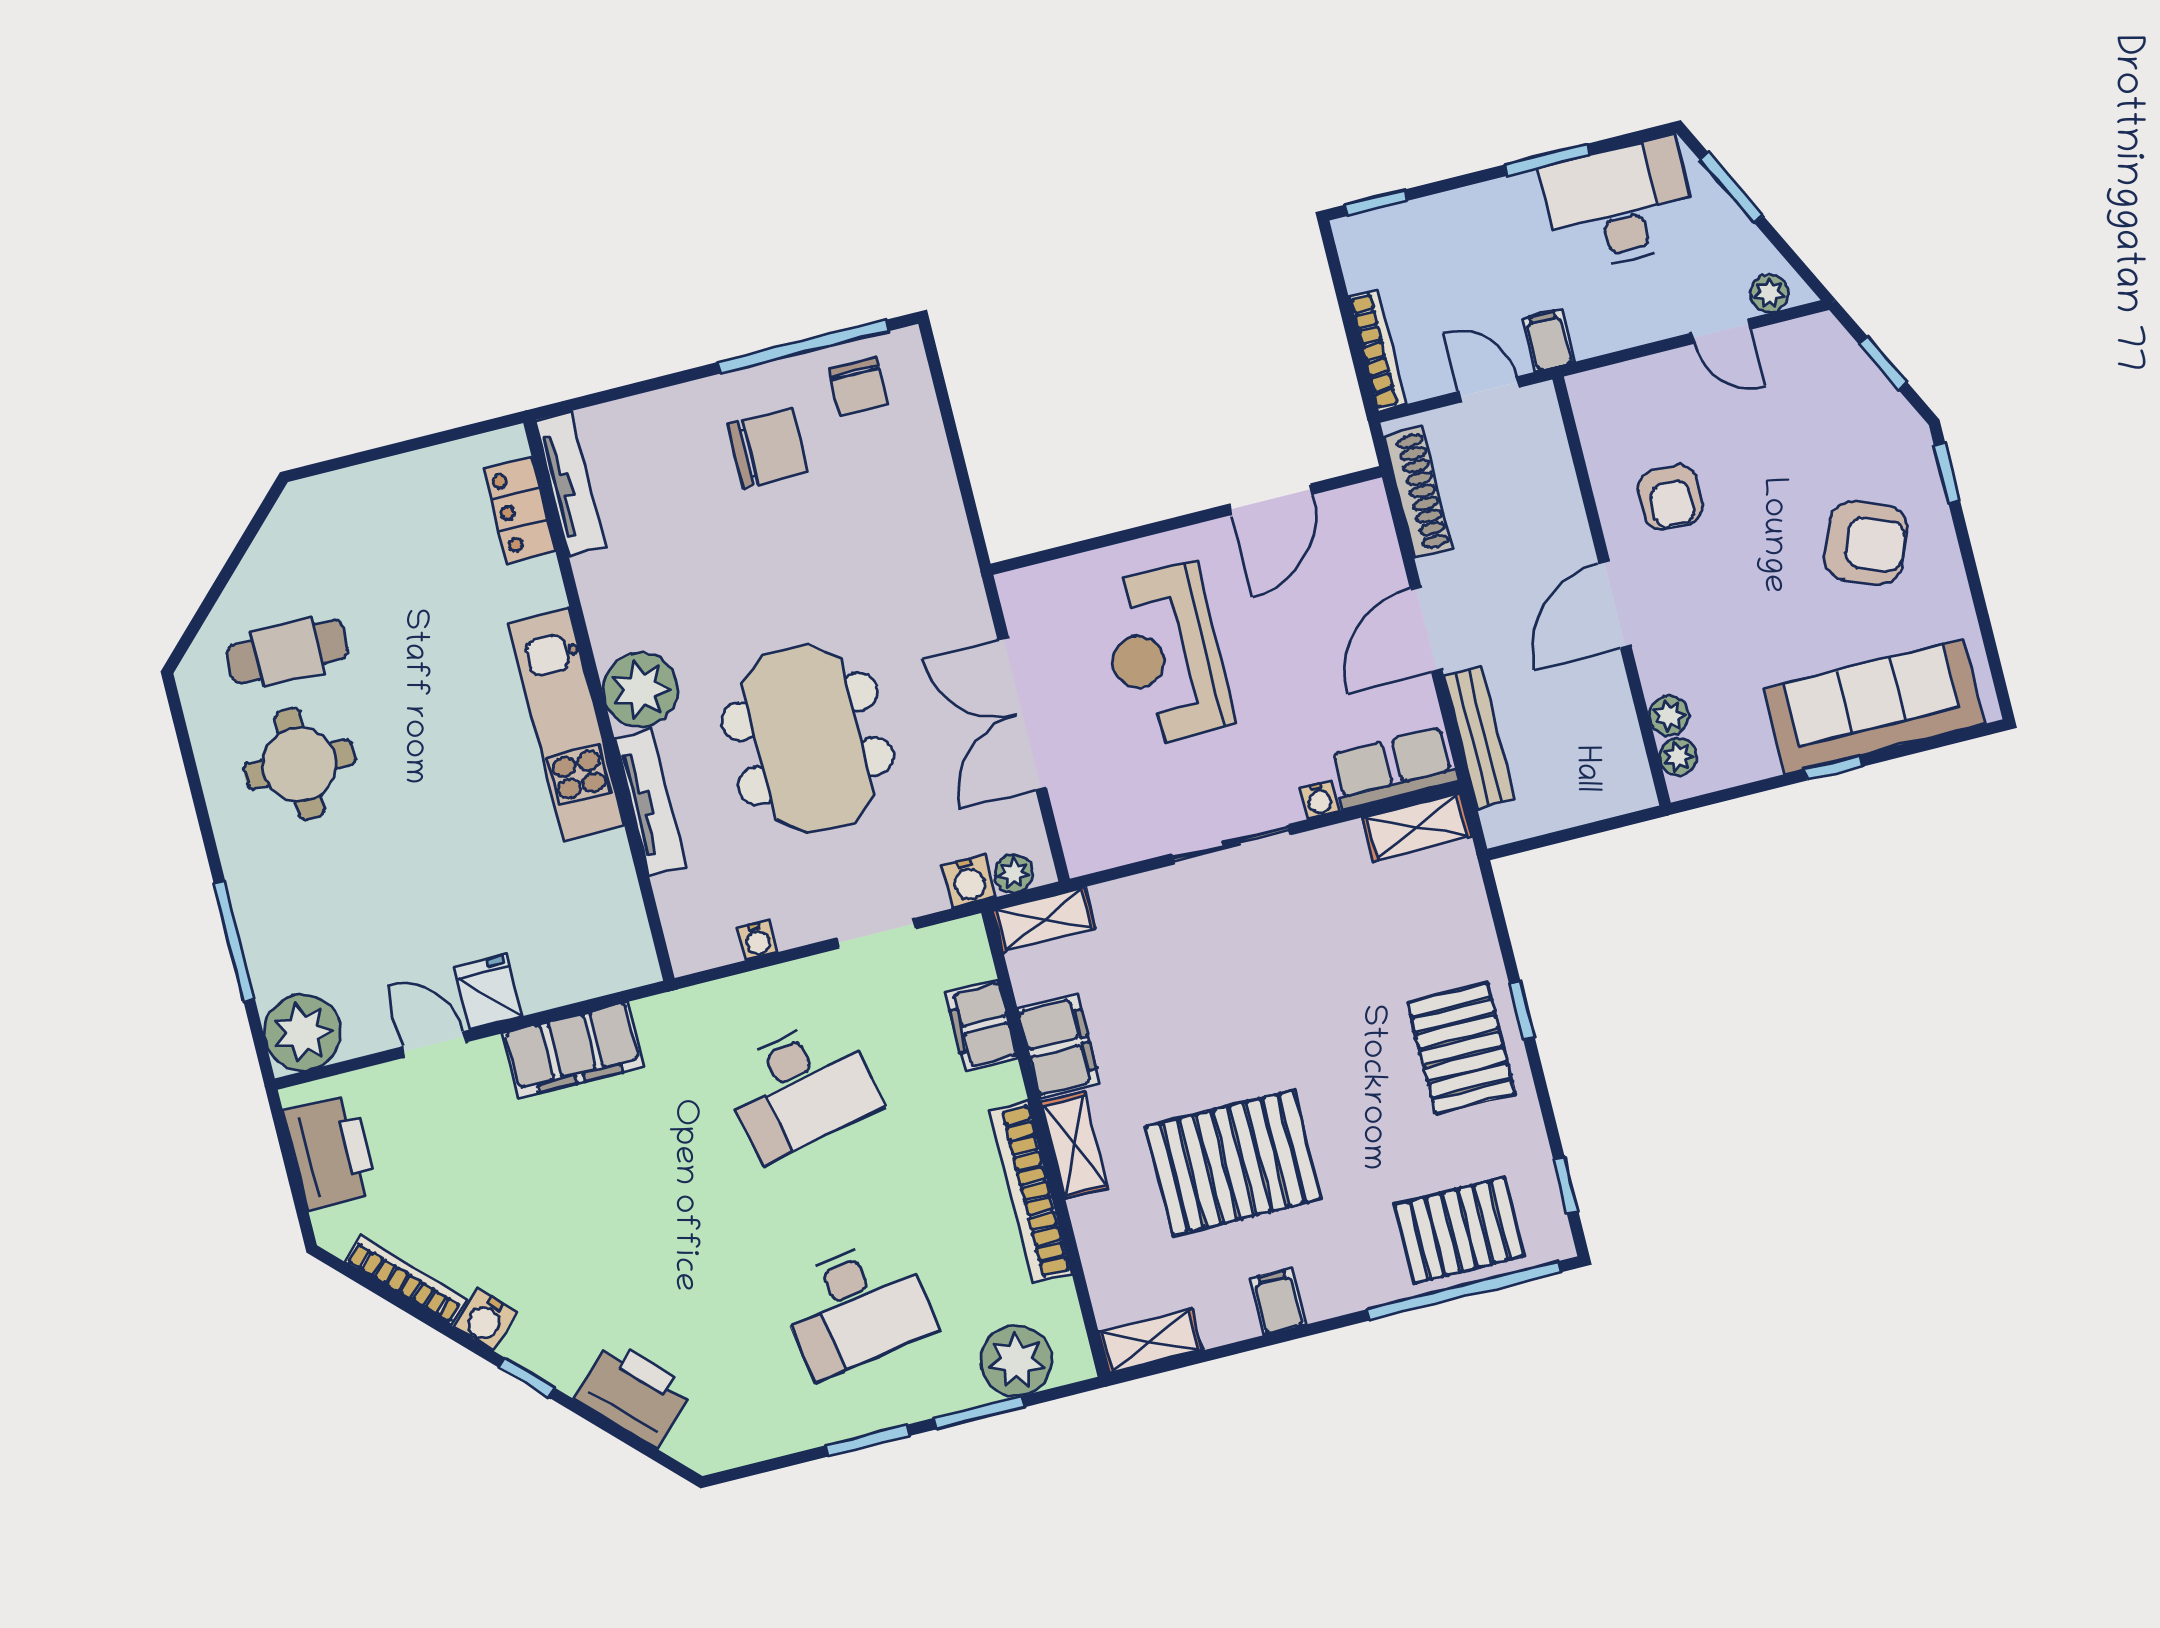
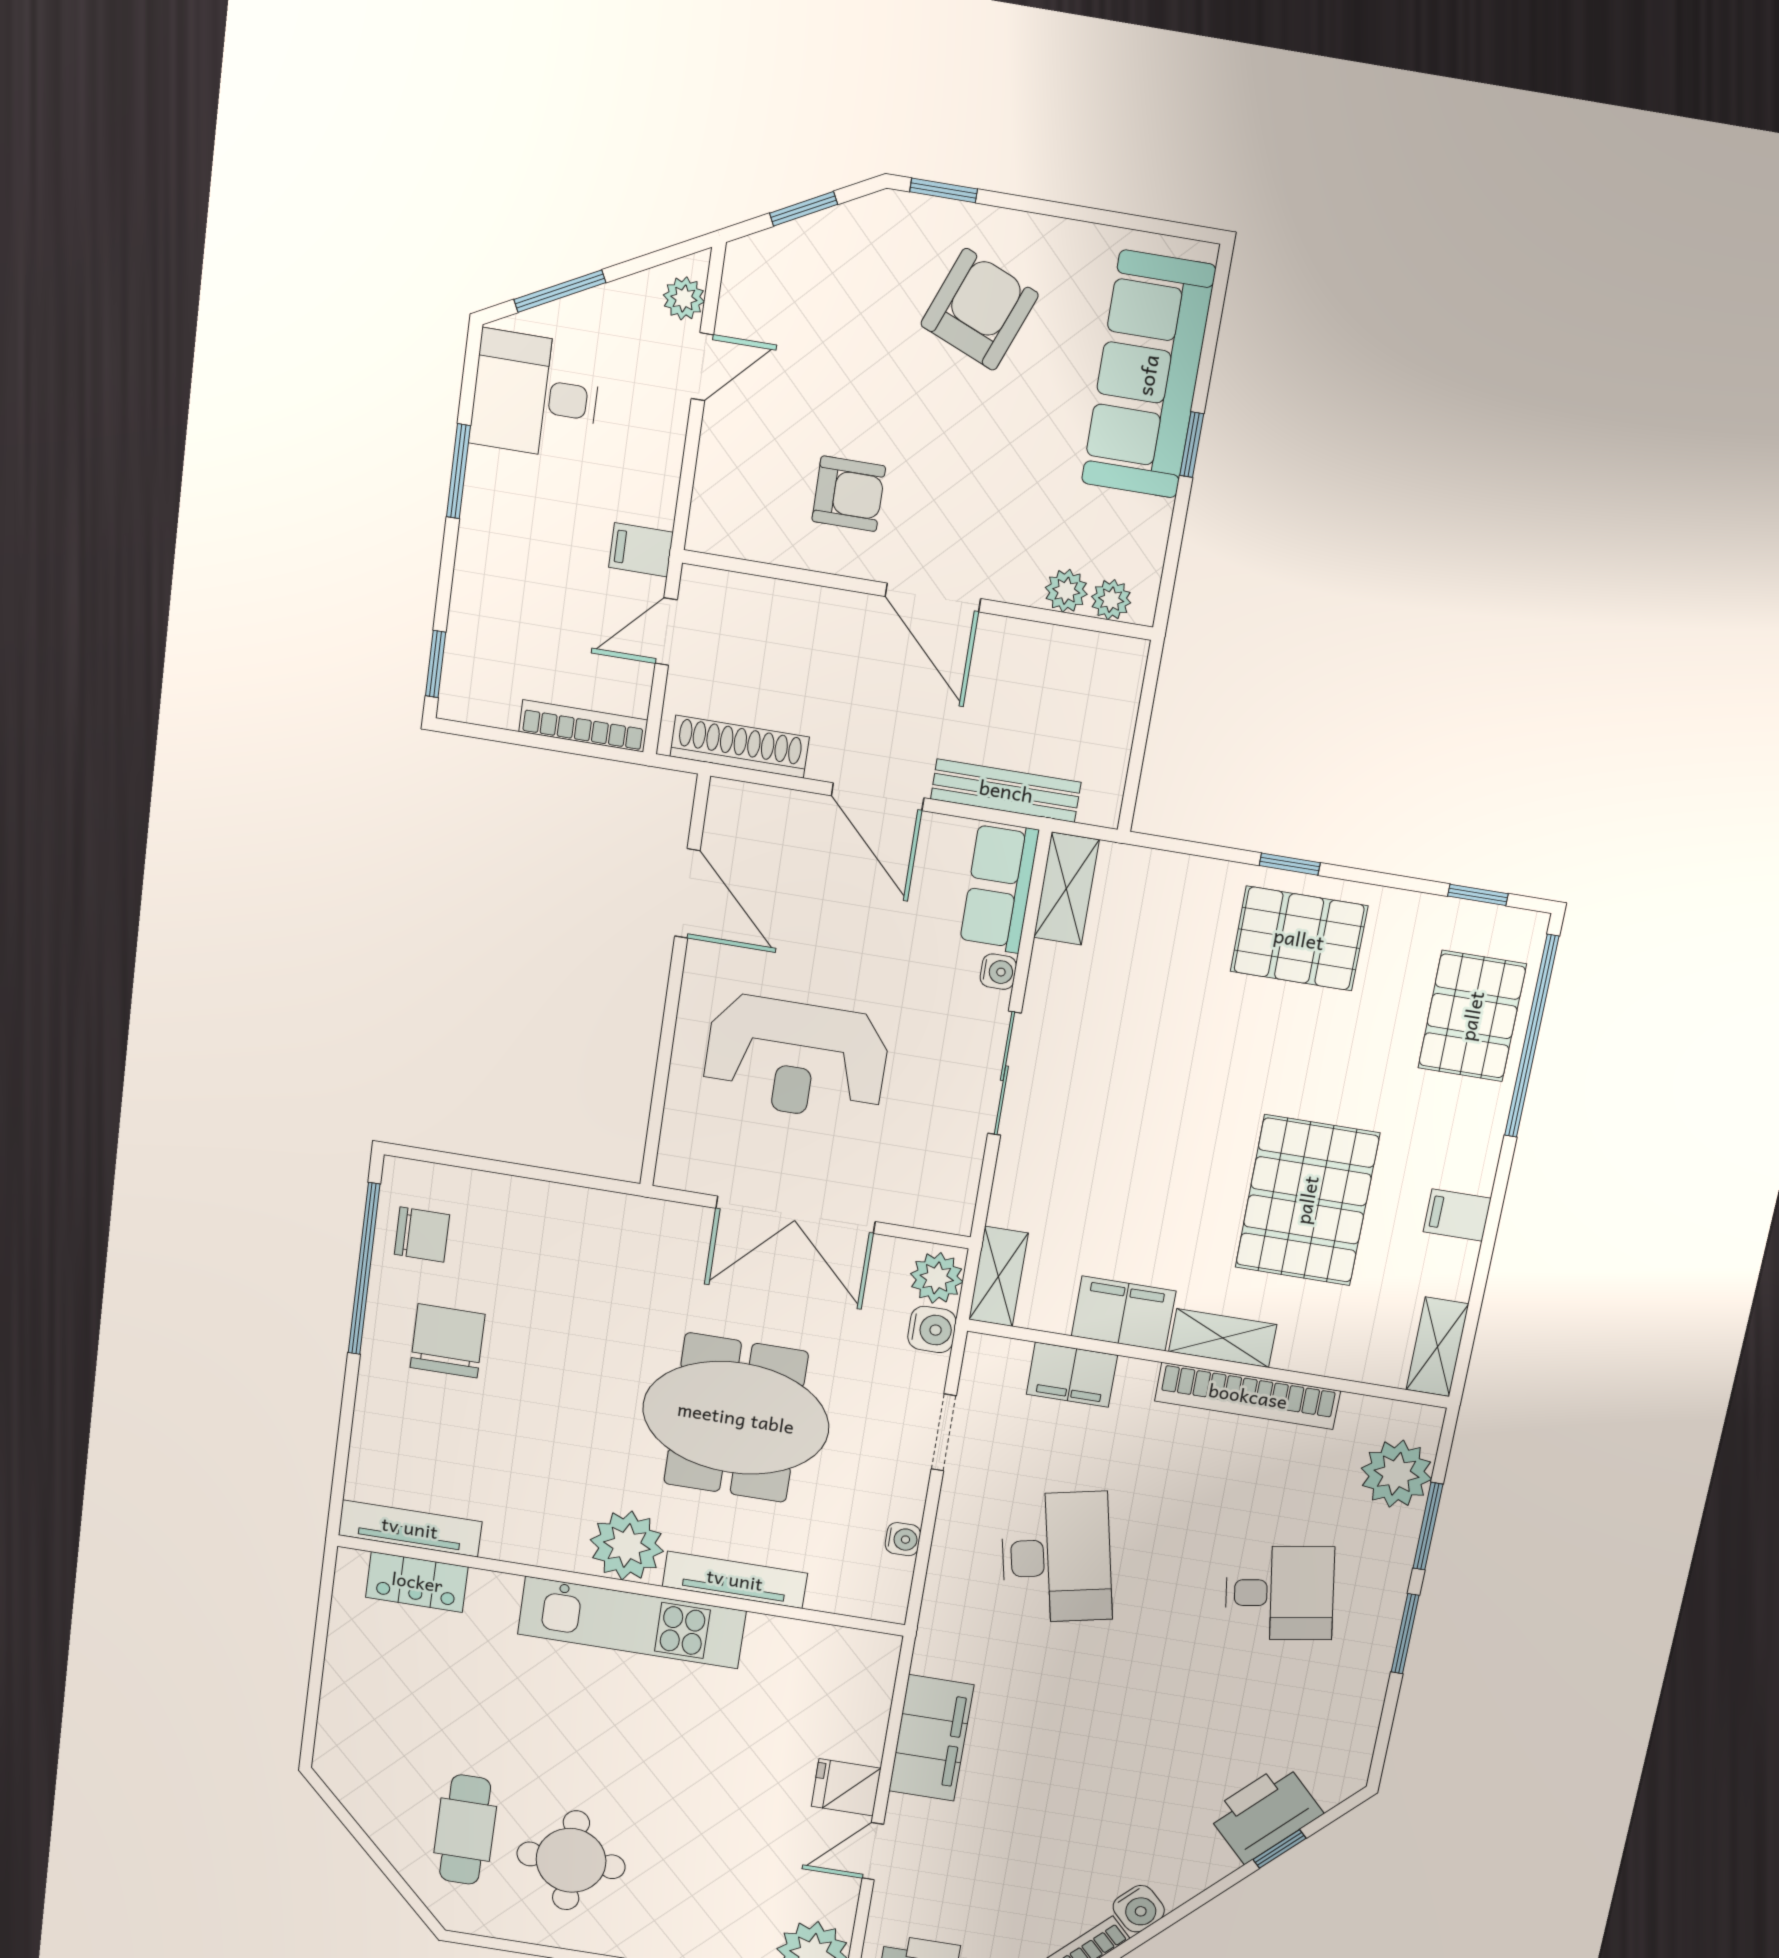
desk: (1619, 205) -> (535, 395), width x0.73
plant: (1014, 873) -> (937, 1278), width x1.38, depth x1.38
desk: (856, 1307) -> (1280, 1593), width x0.73
window: (527, 1378) -> (1280, 1849), moved

